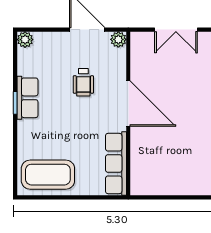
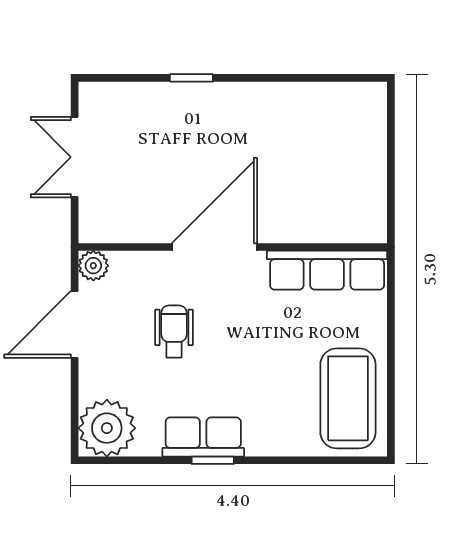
double door: (176, 30) -> (75, 157), swing flipped
plant: (25, 40) -> (107, 428), width x1.87, depth x1.87
wheelchair: (83, 82) -> (174, 332), turned -90

